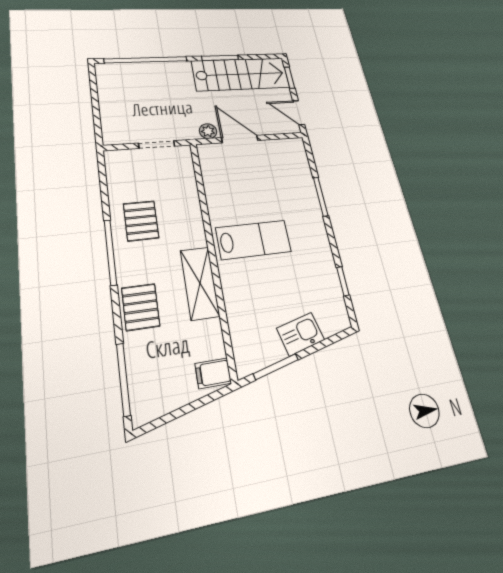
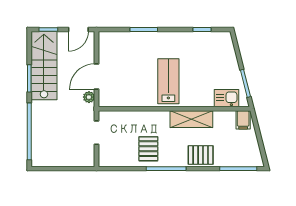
pallet: (141, 221) -> (148, 149), turned 90
kitchen sink: (301, 334) -> (227, 98), moved, turned 104

